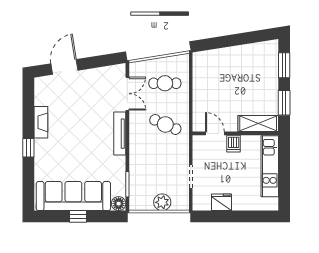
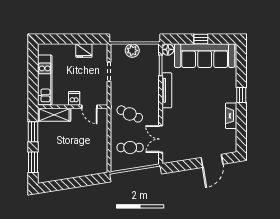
tv unit: (120, 134) -> (167, 90), moved

